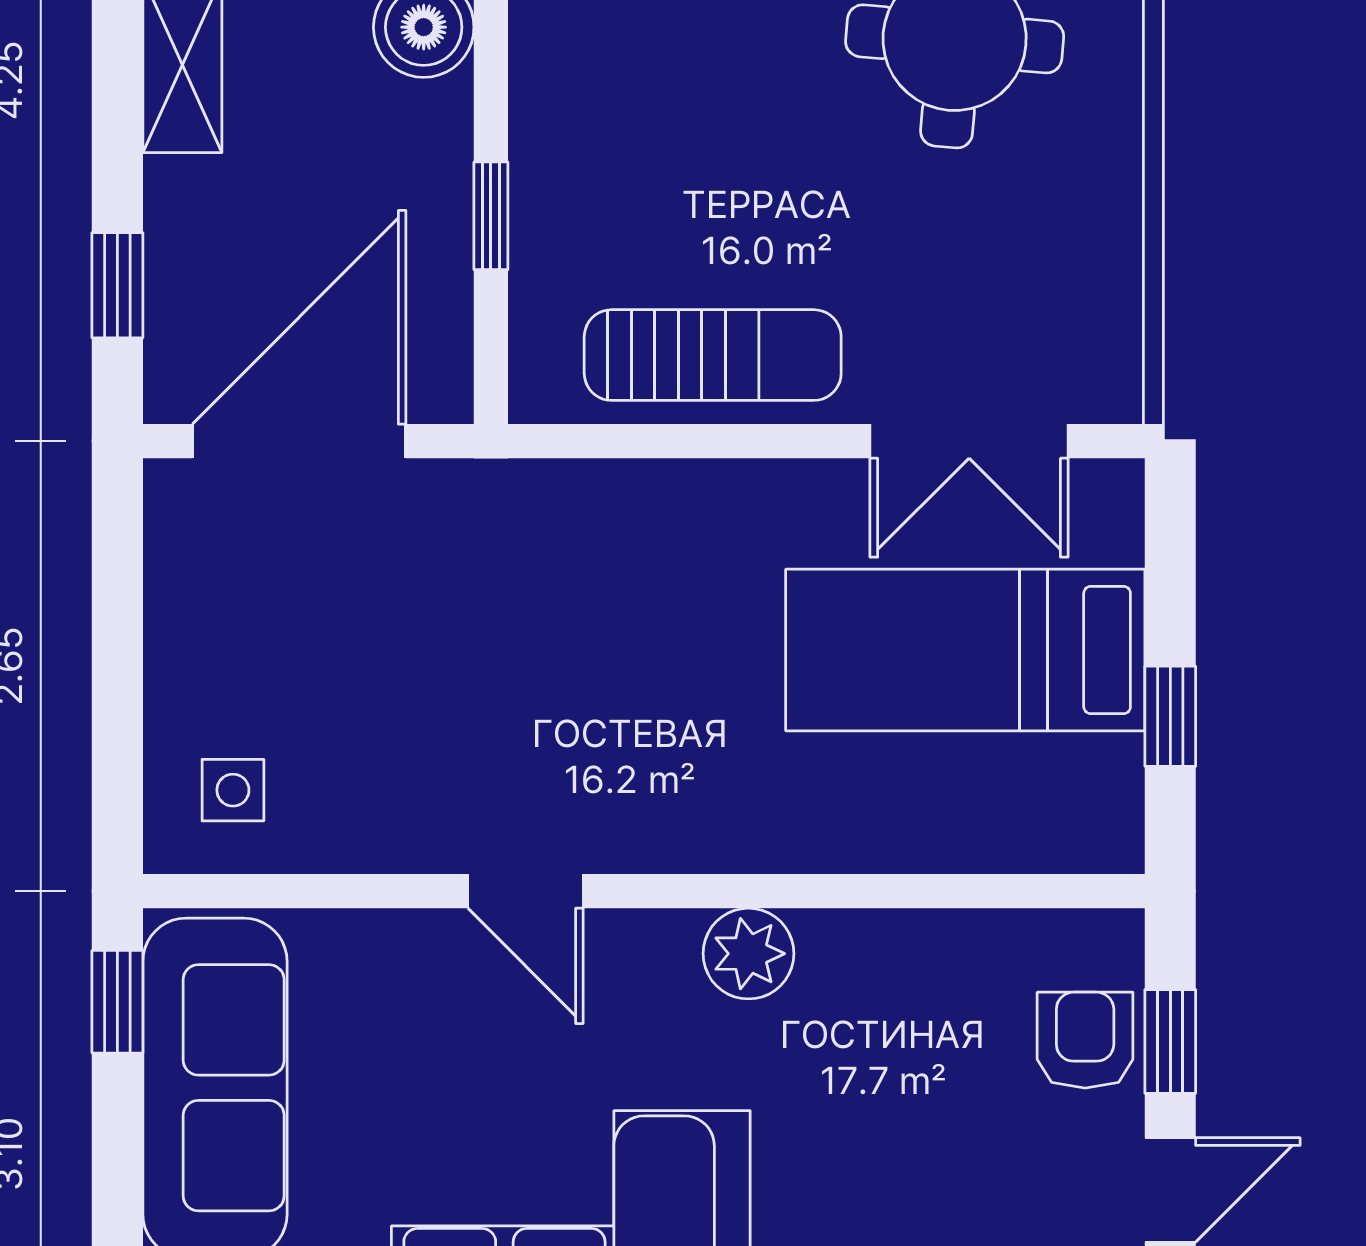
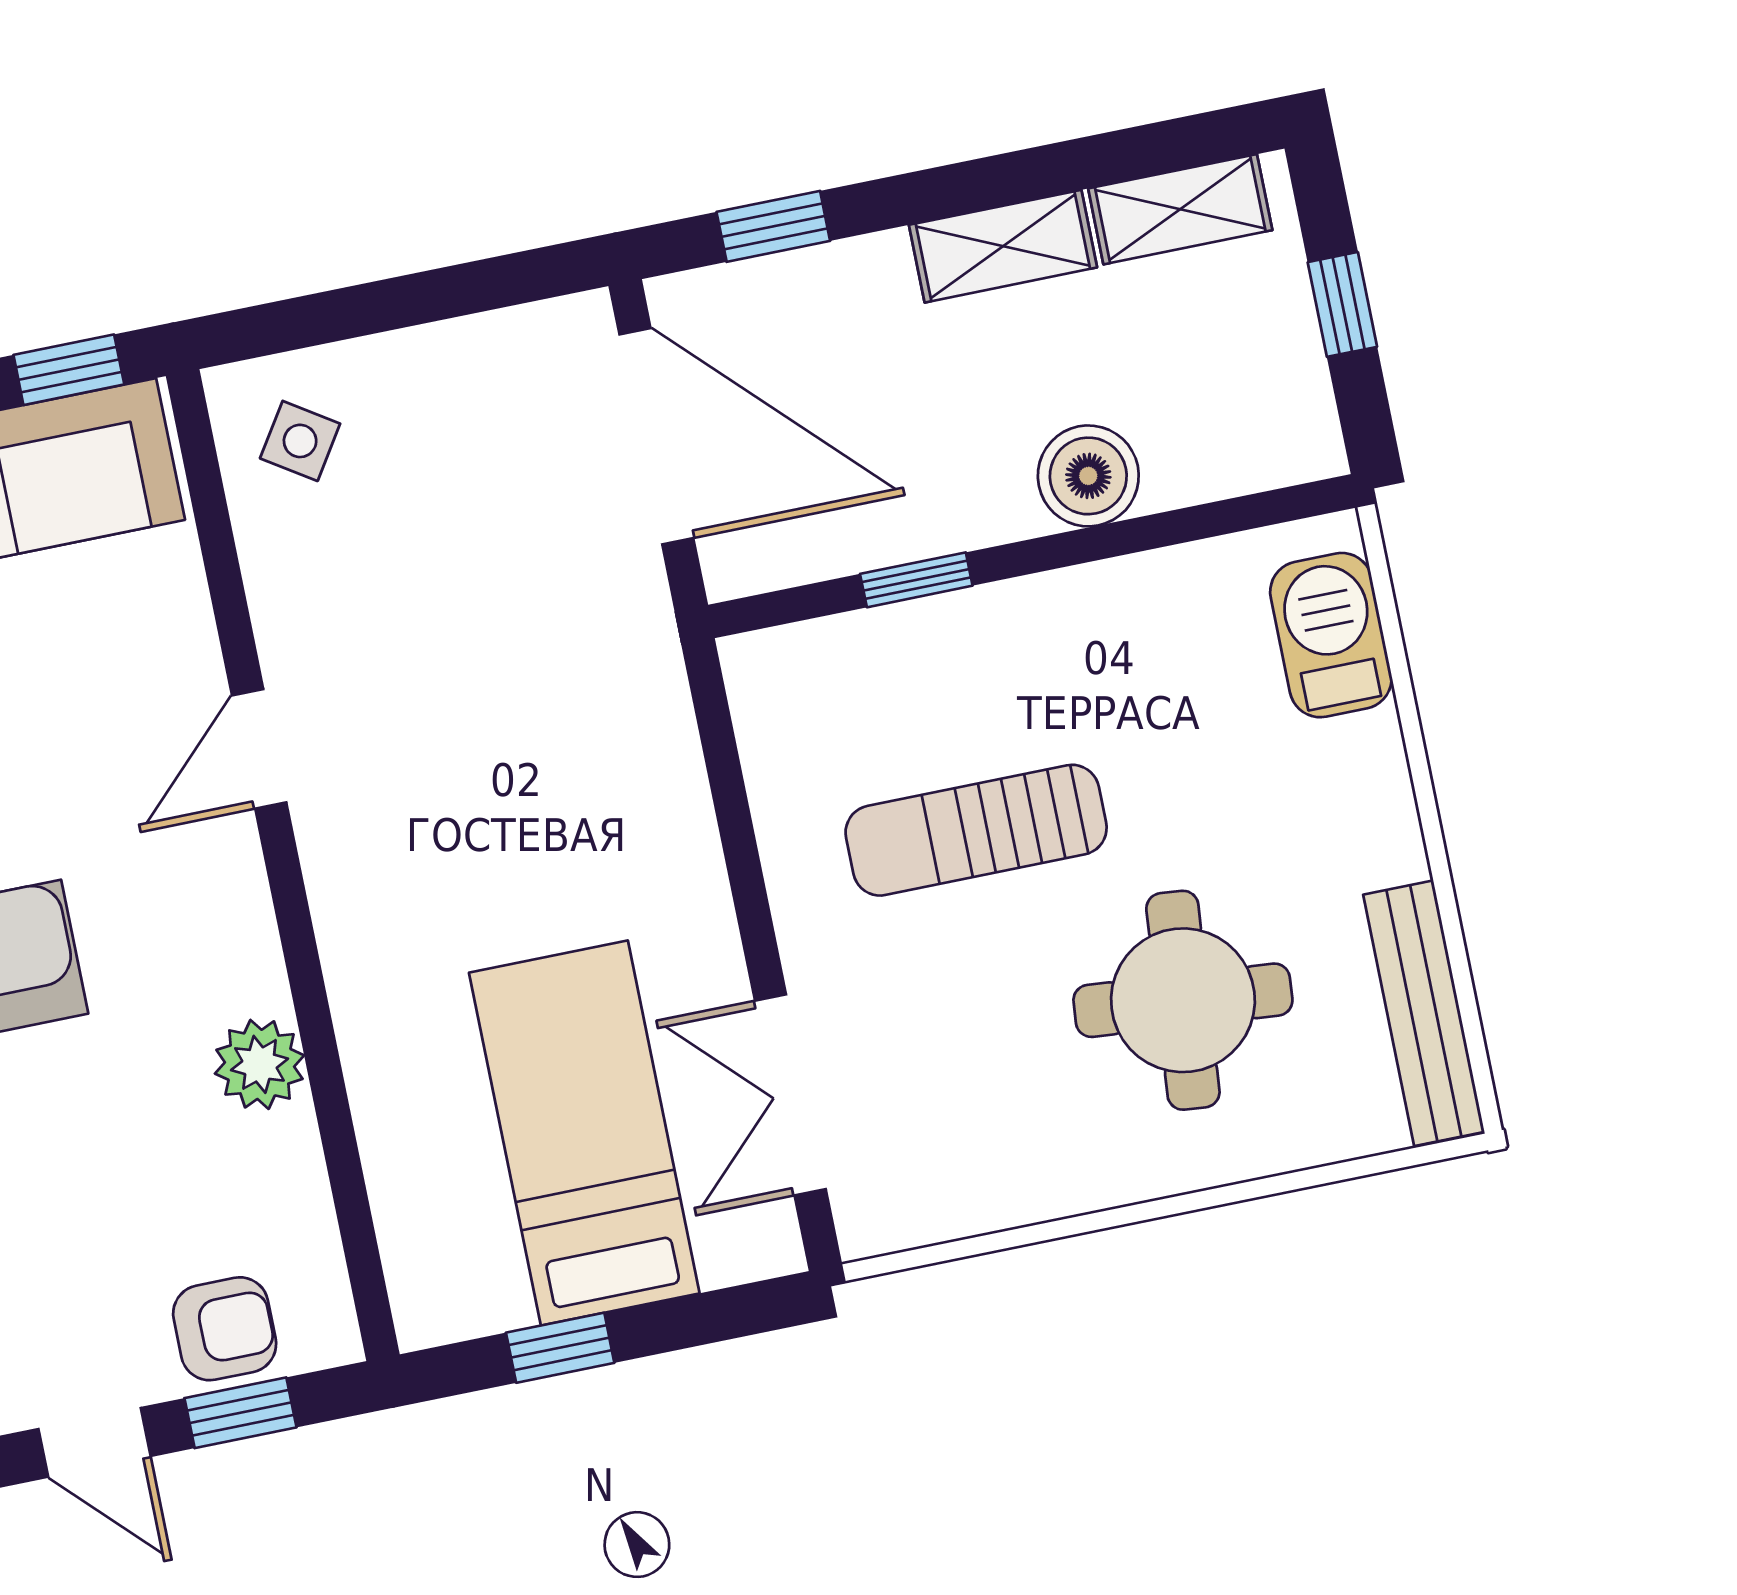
sun lounger: (713, 355) -> (976, 830), moved, turned 90
side table: (233, 790) -> (300, 441), turned 33
plant: (748, 954) -> (260, 1064), moved

